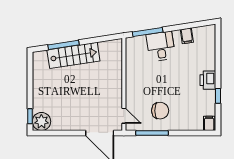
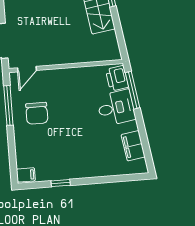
filing cabinet: (187, 36) -> (133, 146), width x2.00
printer: (208, 80) -> (117, 78), moved, turned -99

